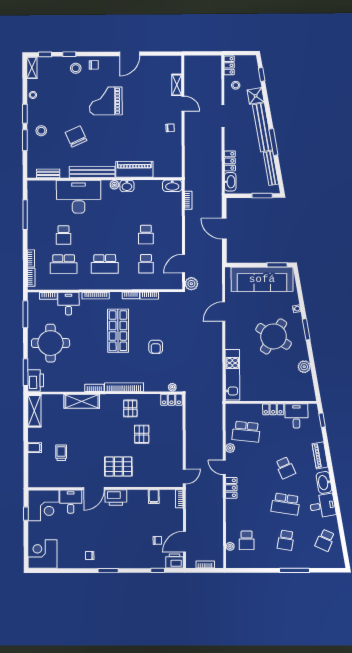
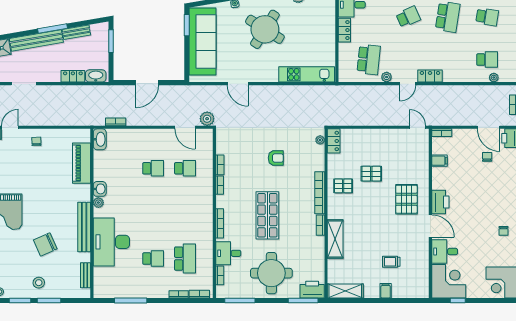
bench: (271, 168) -> (76, 32), width x0.73
piano: (134, 169) -> (82, 163), moved
school desk: (105, 264) -> (185, 213), removed
shop shelf: (118, 331) -> (267, 215), moved, turned 90

